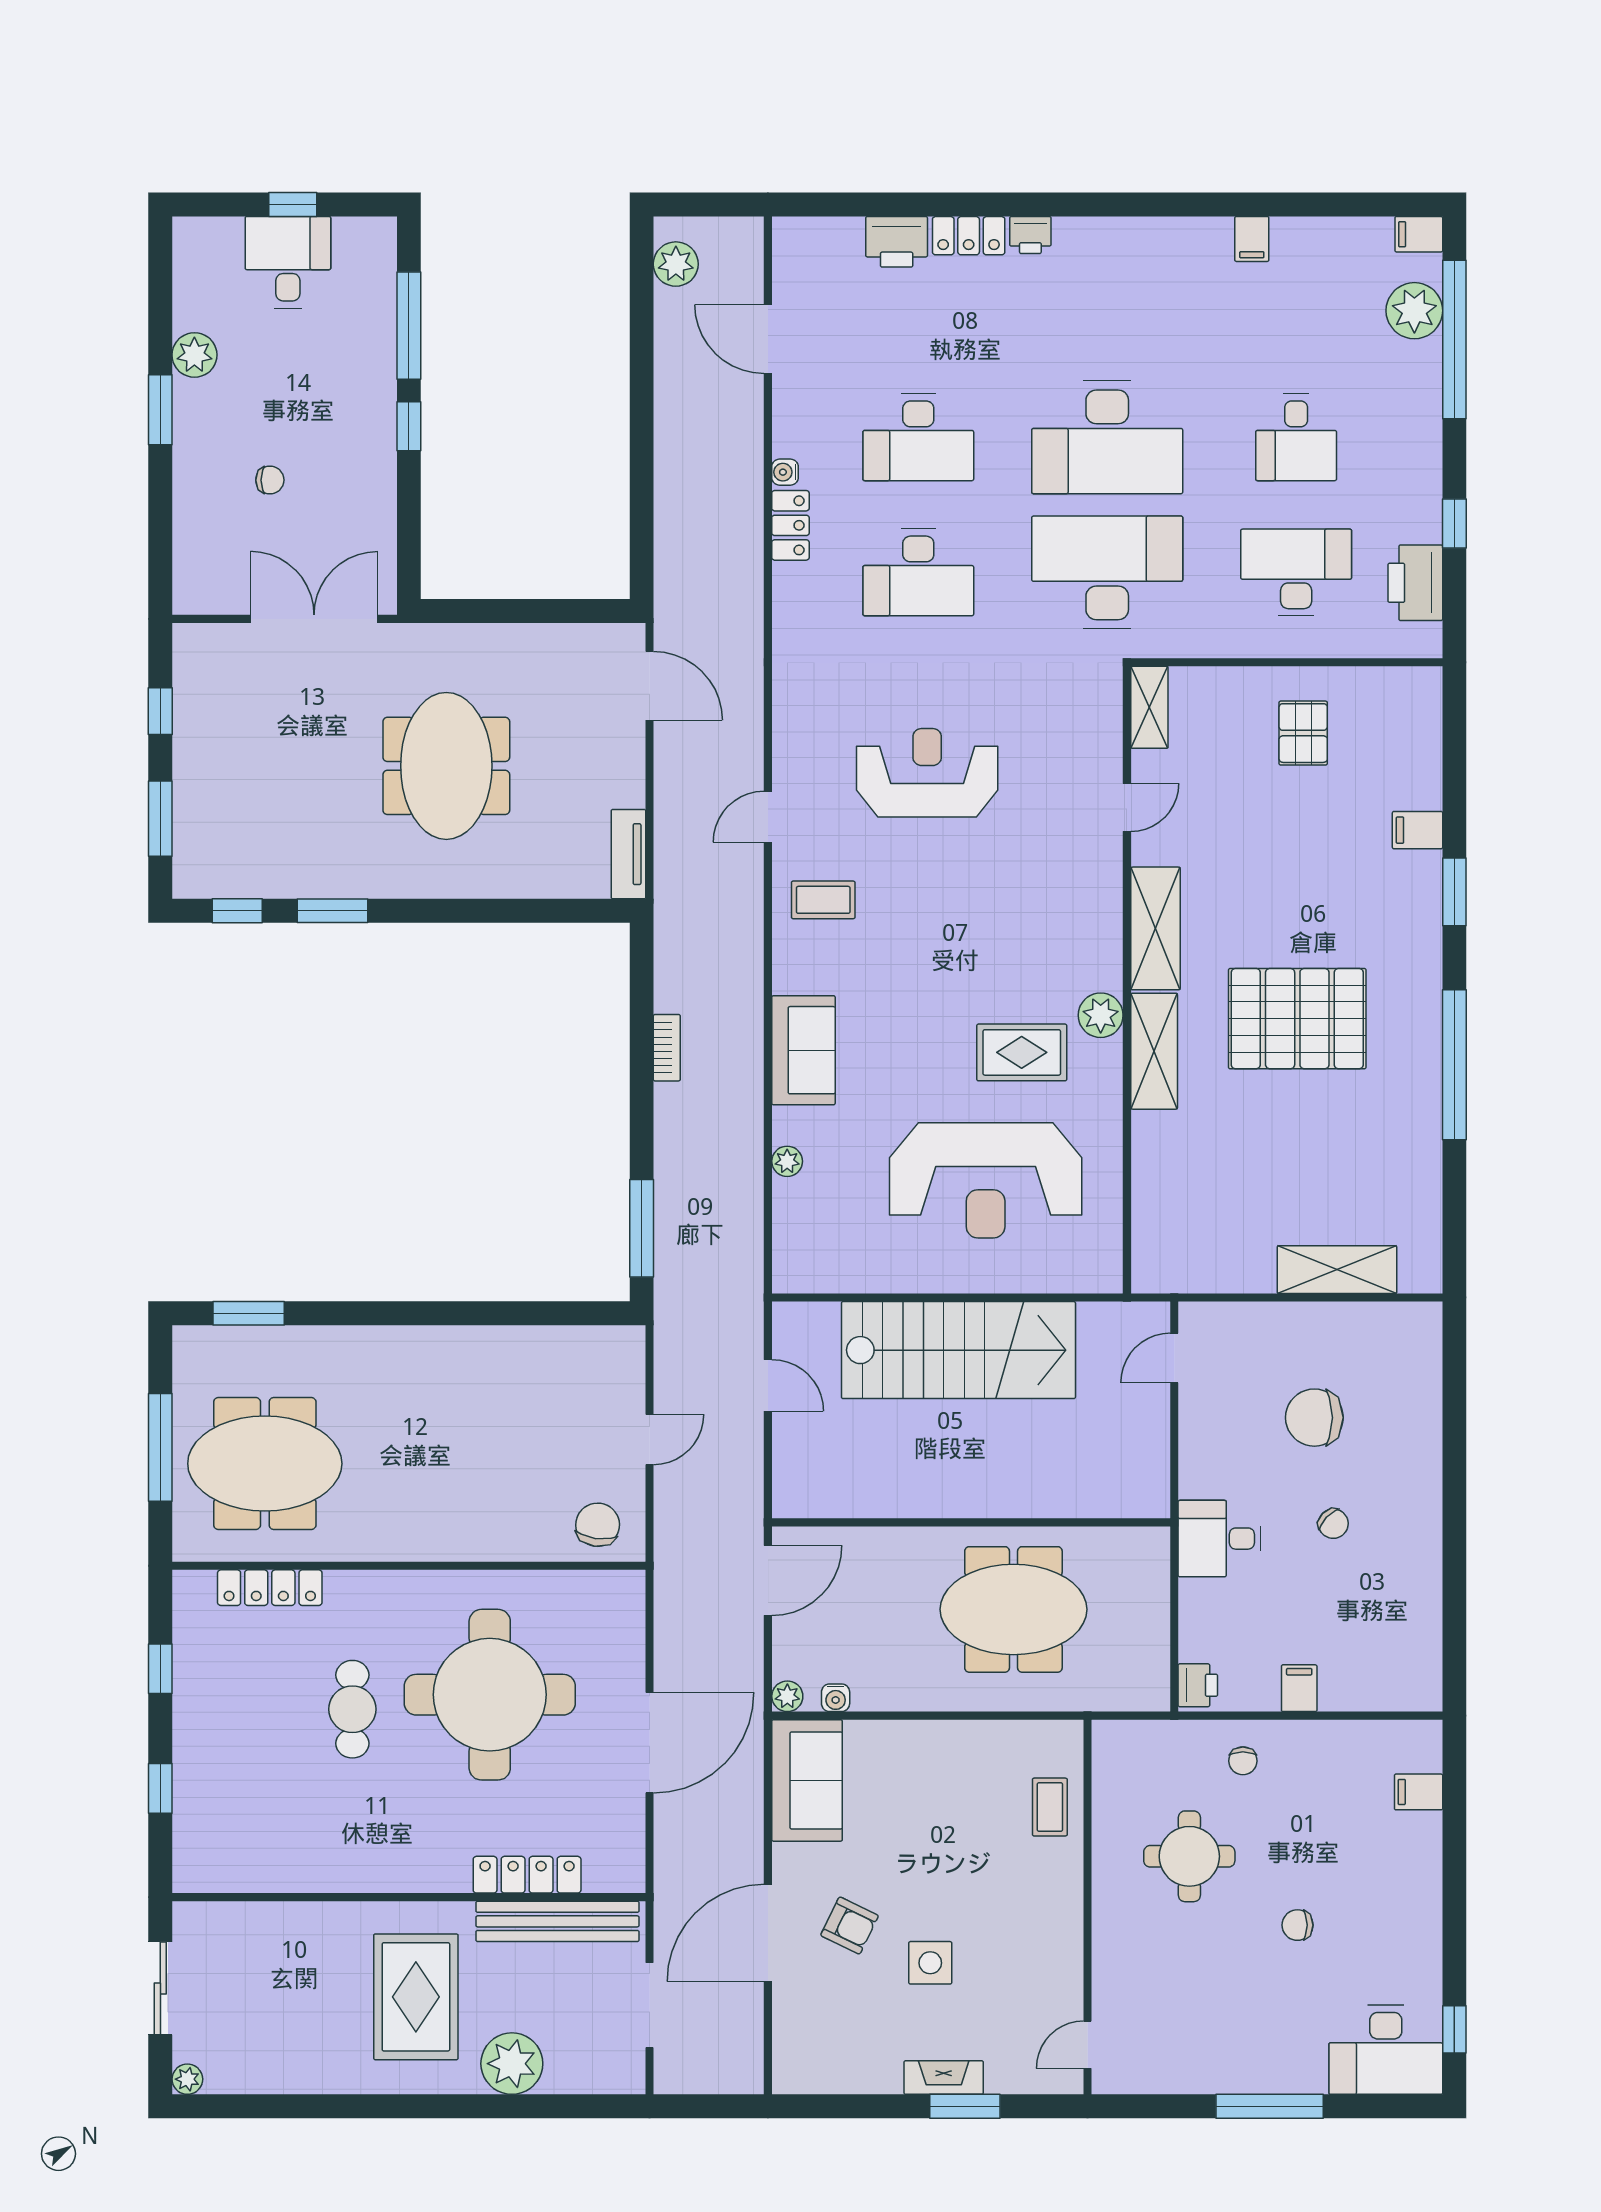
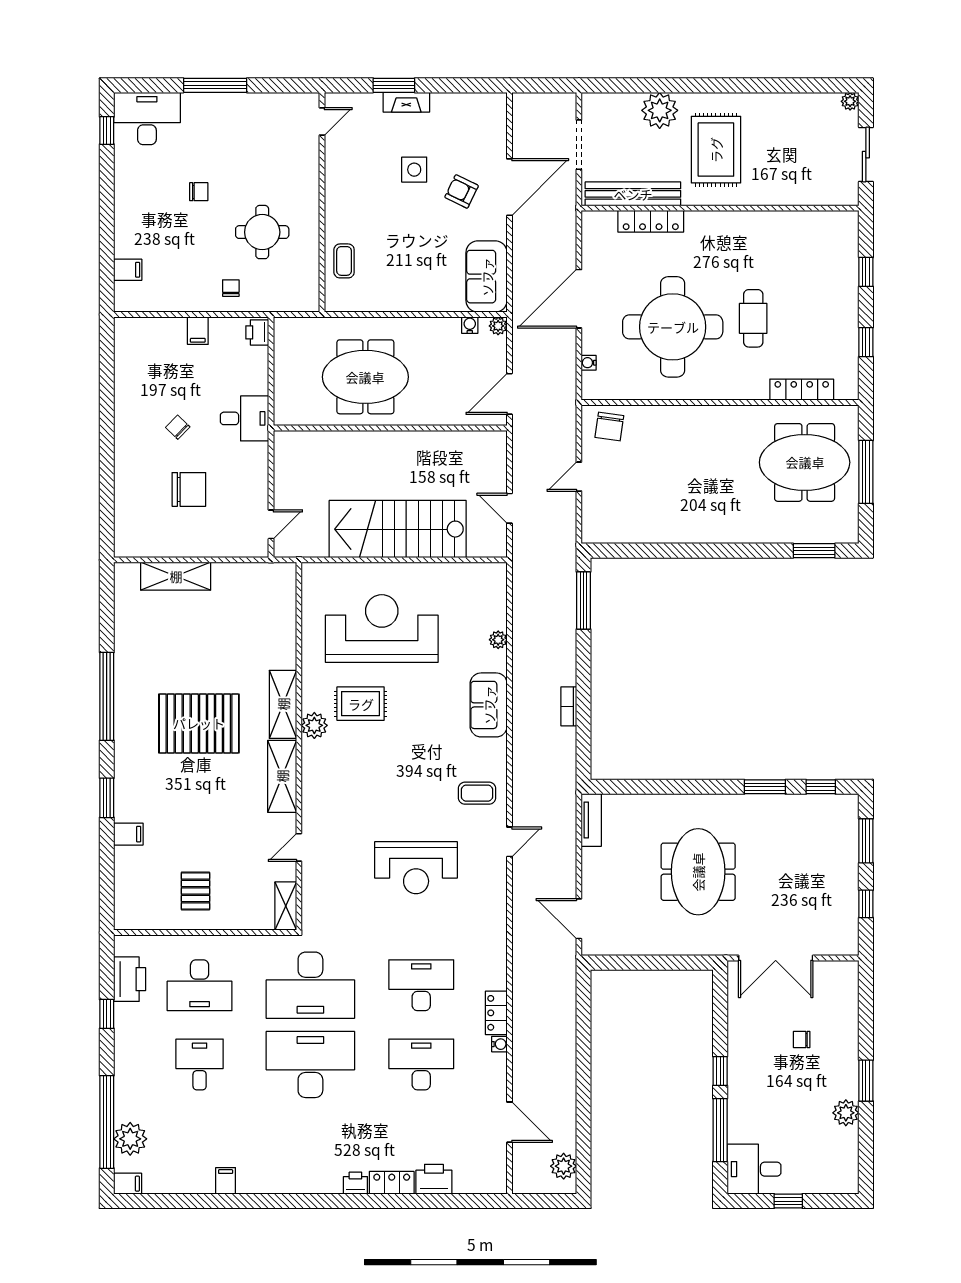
desk: (288, 262) -> (754, 1169), moved, turned 90
water cooler: (633, 1634) -> (589, 363), added

